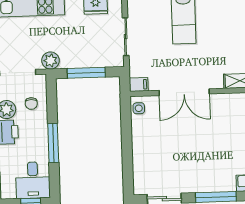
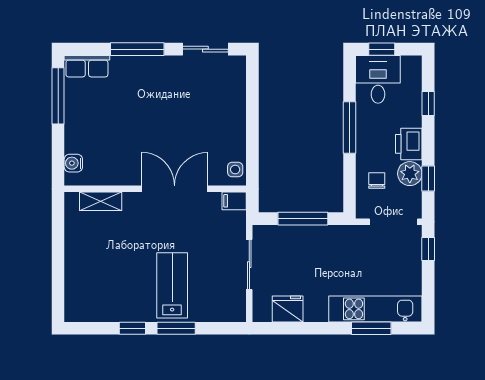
plant: (51, 61) -> (349, 236), removed

